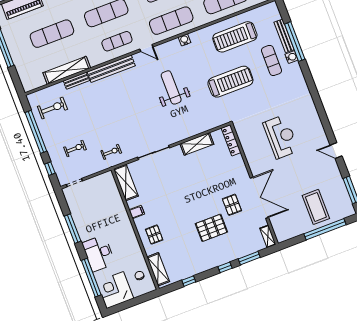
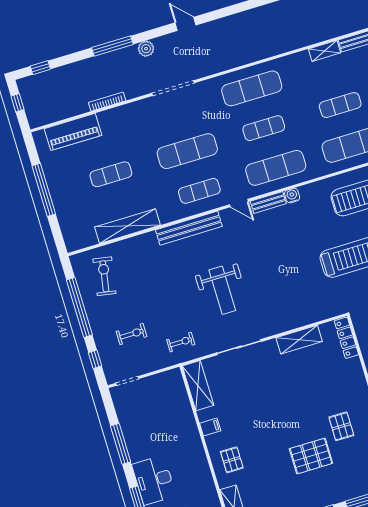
exercise mat: (52, 34) -> (111, 174), width x0.73, depth x0.69
bench: (76, 81) -> (268, 202), moved
weight bench: (171, 87) -> (222, 290), moved, turned 180
exercise bike: (52, 108) -> (104, 276), turned -80

